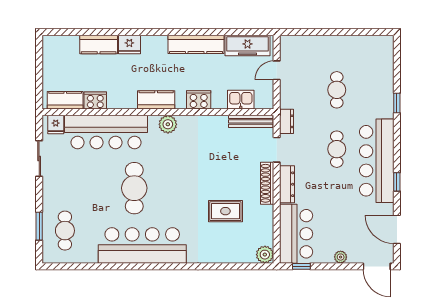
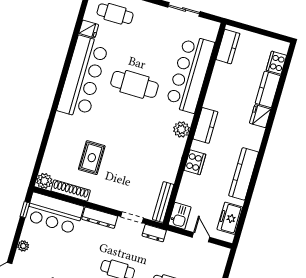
freezer: (248, 45) -> (230, 218), width x0.71
cooker: (95, 100) -> (276, 63), moved, turned 180
kitchen sink: (241, 100) -> (180, 216), moved
fridge: (56, 125) -> (89, 29), moved, turned 180
shoe rack: (267, 183) -> (71, 191), moved

